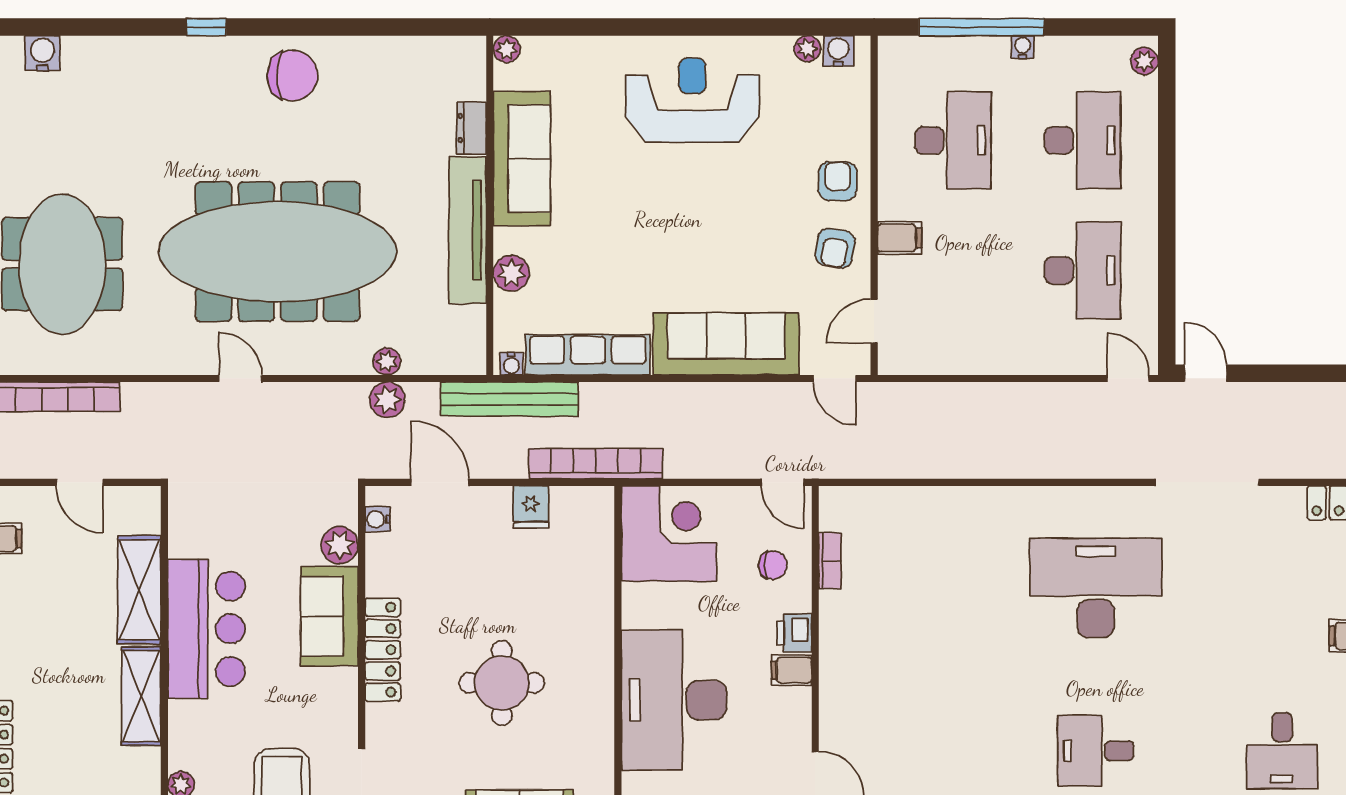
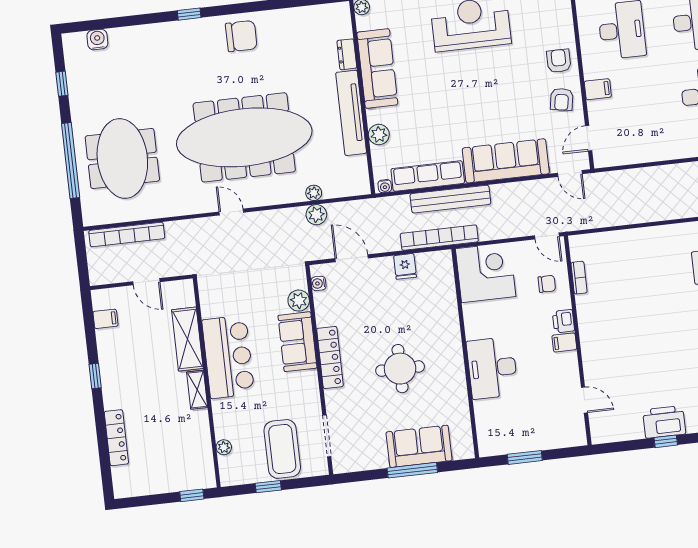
bench: (509, 399) -> (450, 199), moved
shelving: (141, 696) -> (197, 390), width x0.67, depth x0.75
desk: (674, 700) -> (492, 368), width x0.73, depth x0.77

